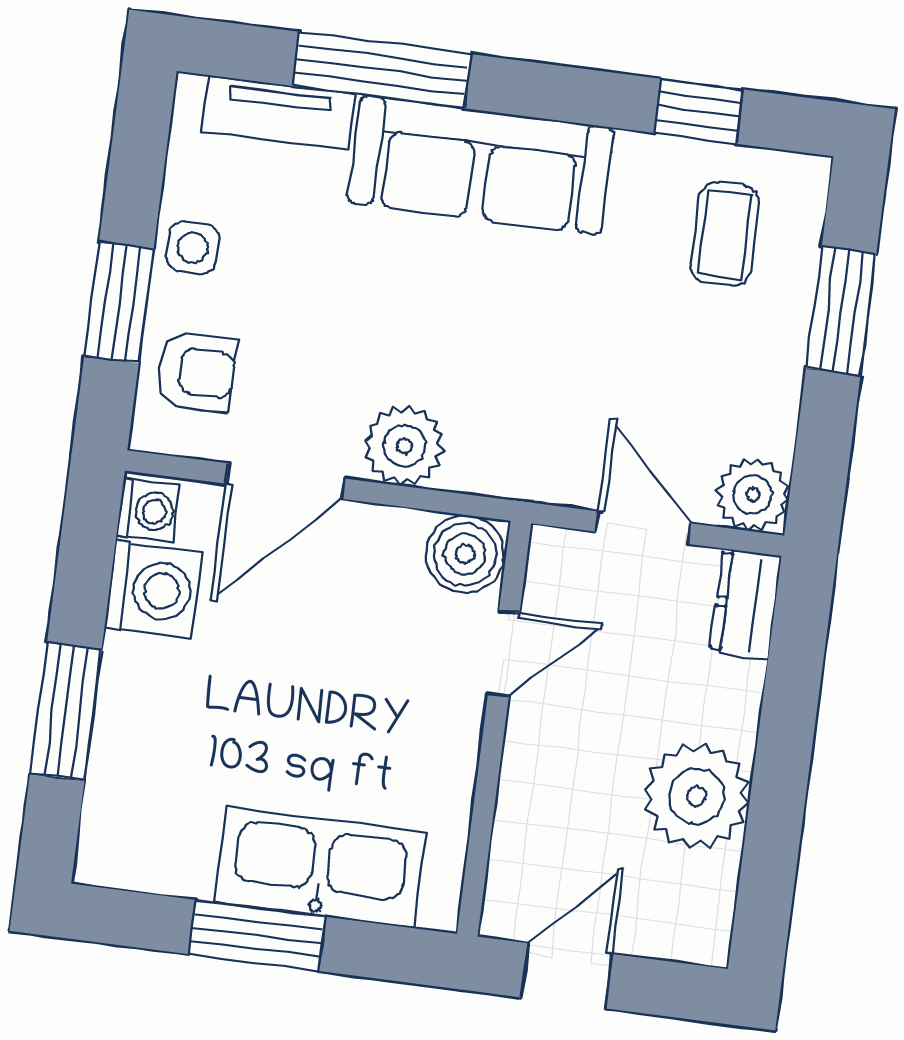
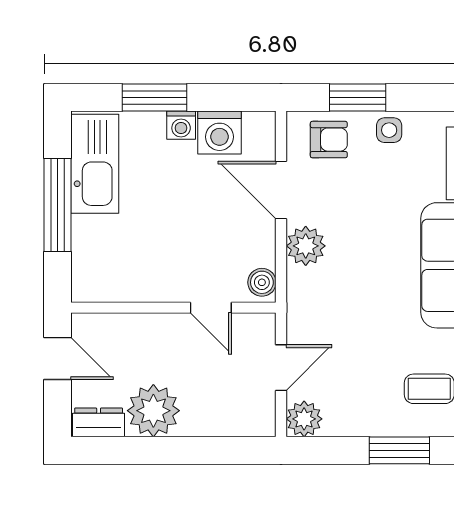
armchair: (196, 372) -> (329, 140), turned -90
washing machine: (149, 511) -> (181, 125), moved
boiler: (465, 554) -> (262, 282), width x0.73, depth x0.73
dresser: (746, 604) -> (99, 422), moved
kitchen sink: (320, 867) -> (95, 164), moved
window: (257, 935) -> (58, 205), width x1.44

